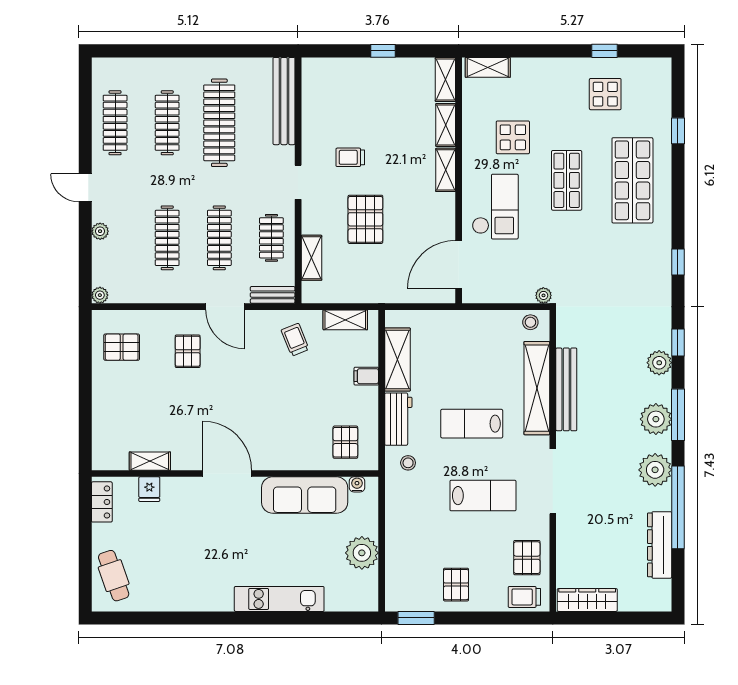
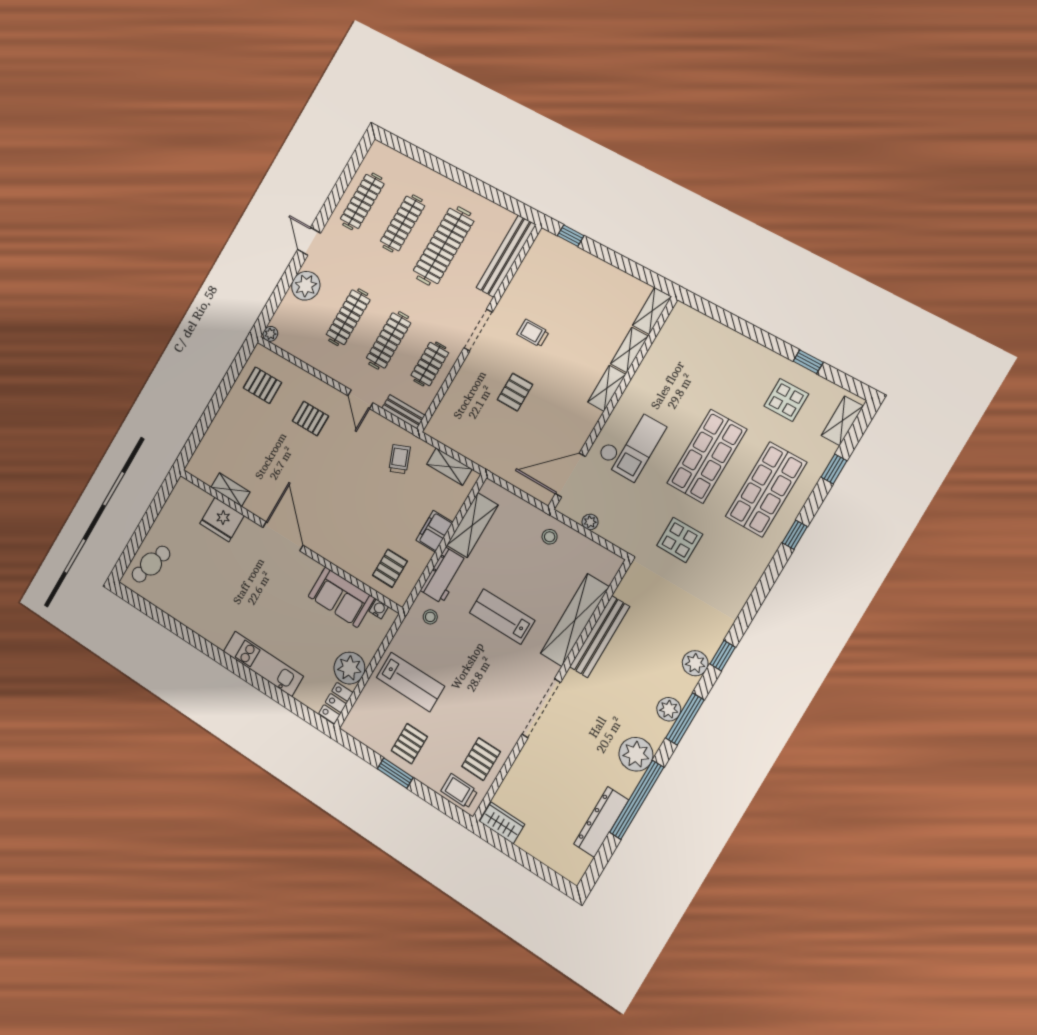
window: (383, 51) -> (571, 236), moved
shelving: (488, 67) -> (842, 421), moved, turned 90
display table: (513, 137) -> (680, 540), moved
shop shelf: (567, 180) -> (707, 456), width x1.43, depth x1.36
doorway: (298, 182) -> (478, 330), width x1.38
pallet: (365, 219) -> (515, 392), width x0.67, depth x0.71
plant: (100, 231) -> (306, 286), width x1.88, depth x1.88
shelving: (312, 258) -> (452, 399), removed
window: (678, 262) -> (795, 535), moved
plant: (543, 295) -> (590, 522), moved
door: (225, 307) -> (360, 399), width x0.73
stool: (530, 322) -> (550, 537), moved
pallet: (188, 351) -> (310, 419), turned 90
filing cabinet: (366, 376) -> (434, 531), width x2.00
plant: (656, 419) -> (669, 709), width x0.73, depth x0.73
fridge: (149, 489) -> (222, 520), width x1.88, depth x1.34
sofa: (305, 495) -> (341, 597), width x0.73
lab bench: (483, 496) -> (410, 682), moved
locker: (102, 502) -> (336, 703), moved, turned 180
cafe table: (114, 576) -> (151, 564), turned 38
wardrobe: (587, 600) -> (502, 823), width x0.67
window: (416, 618) -> (395, 773), moved

